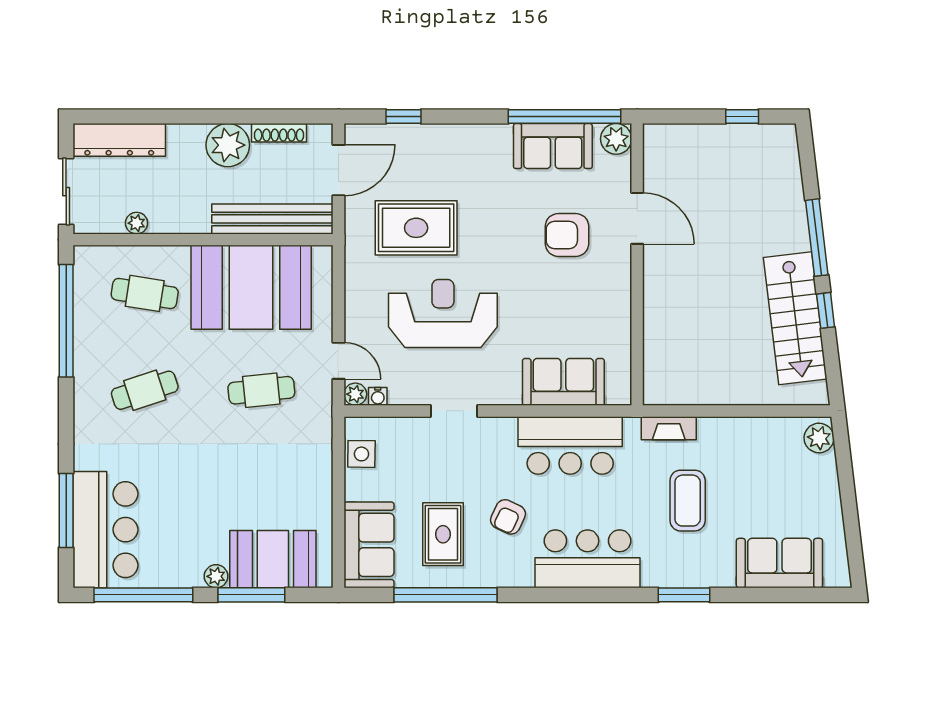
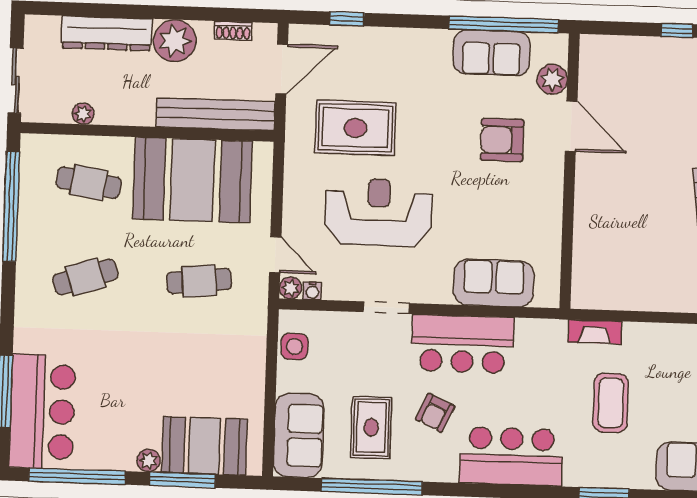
shoe rack: (279, 133) -> (233, 31), width x0.70
plant: (616, 139) -> (552, 79), moved
dresser: (119, 140) -> (107, 33), moved
bar counter: (570, 445) -> (463, 344), moved

